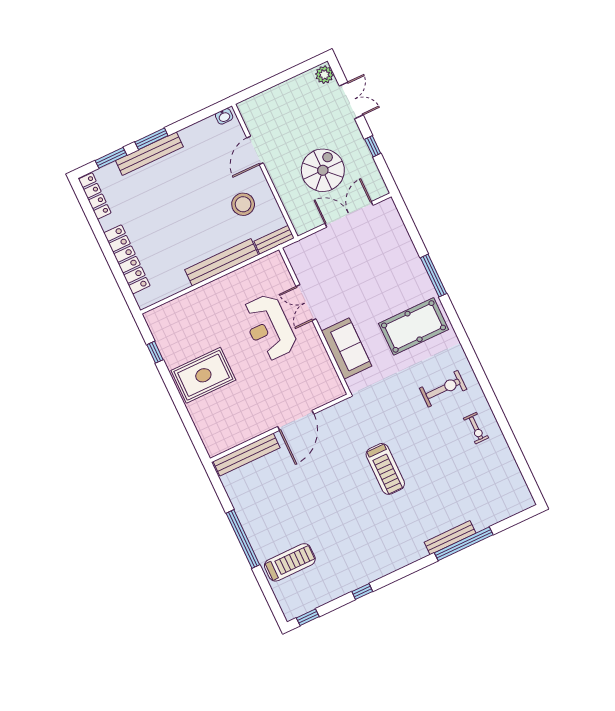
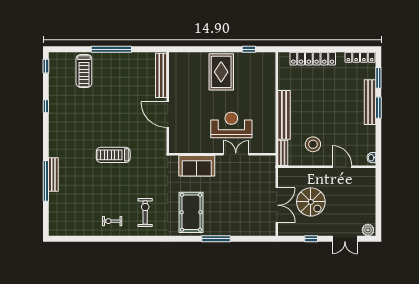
exercise bike: (443, 389) -> (145, 212), turned 180

